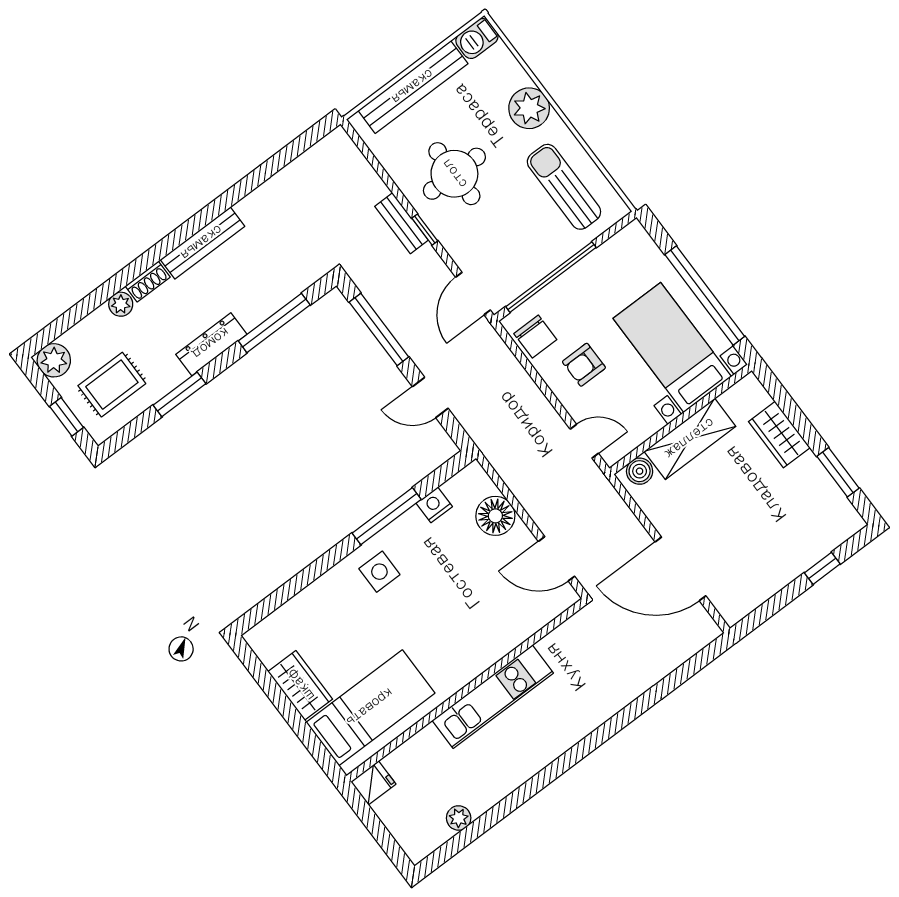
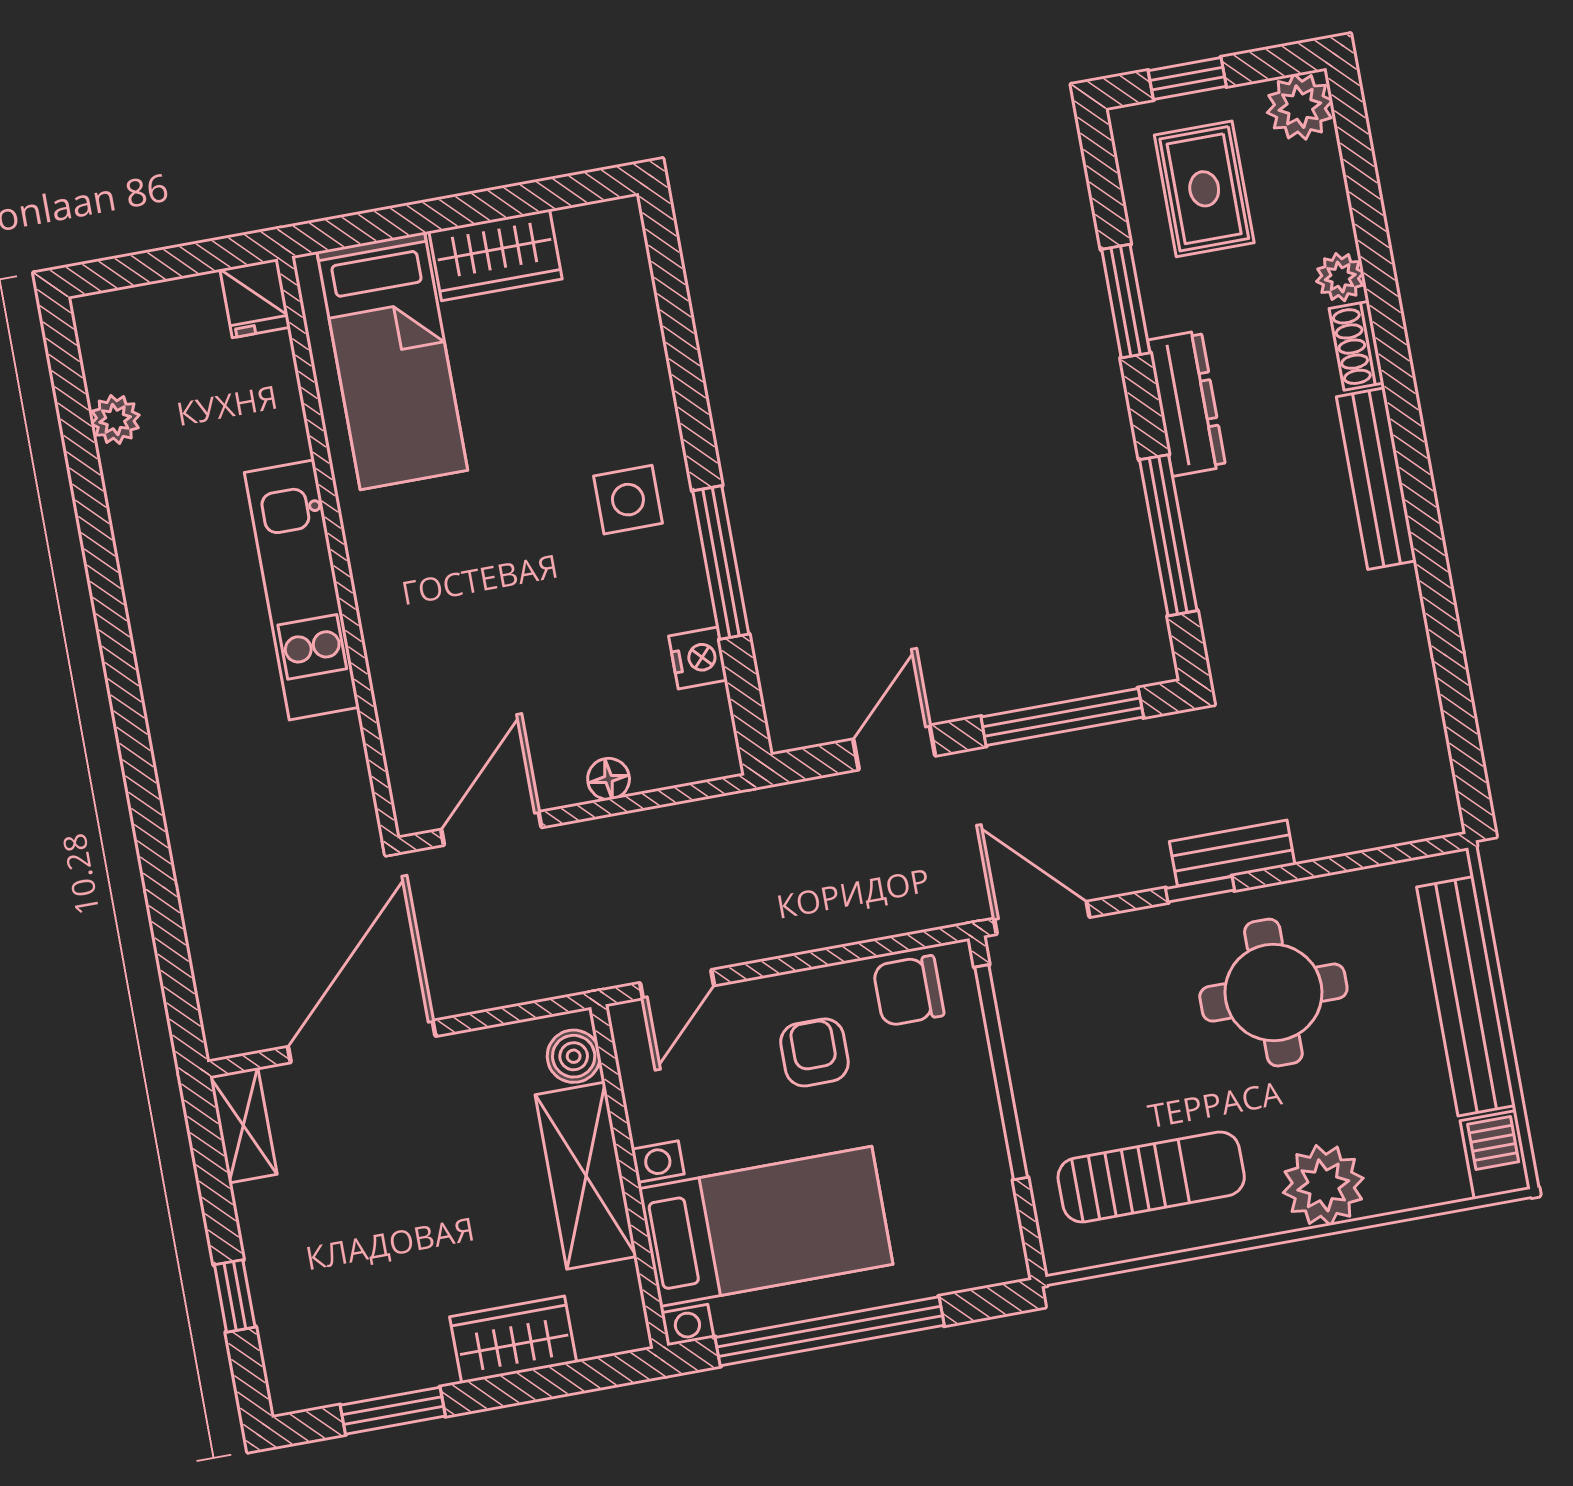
floor lamp: (495, 516) -> (609, 779), width x0.53, depth x0.53
shelving: (744, 603) -> (243, 1125), added

